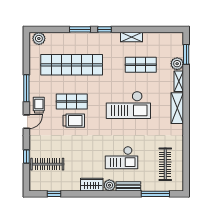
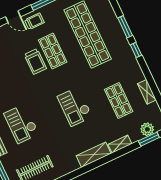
shelving: (132, 37) -> (147, 92), moved
plant: (177, 64) -> (147, 129), moved
checkout: (128, 105) -> (75, 107), width x0.73, depth x0.83

